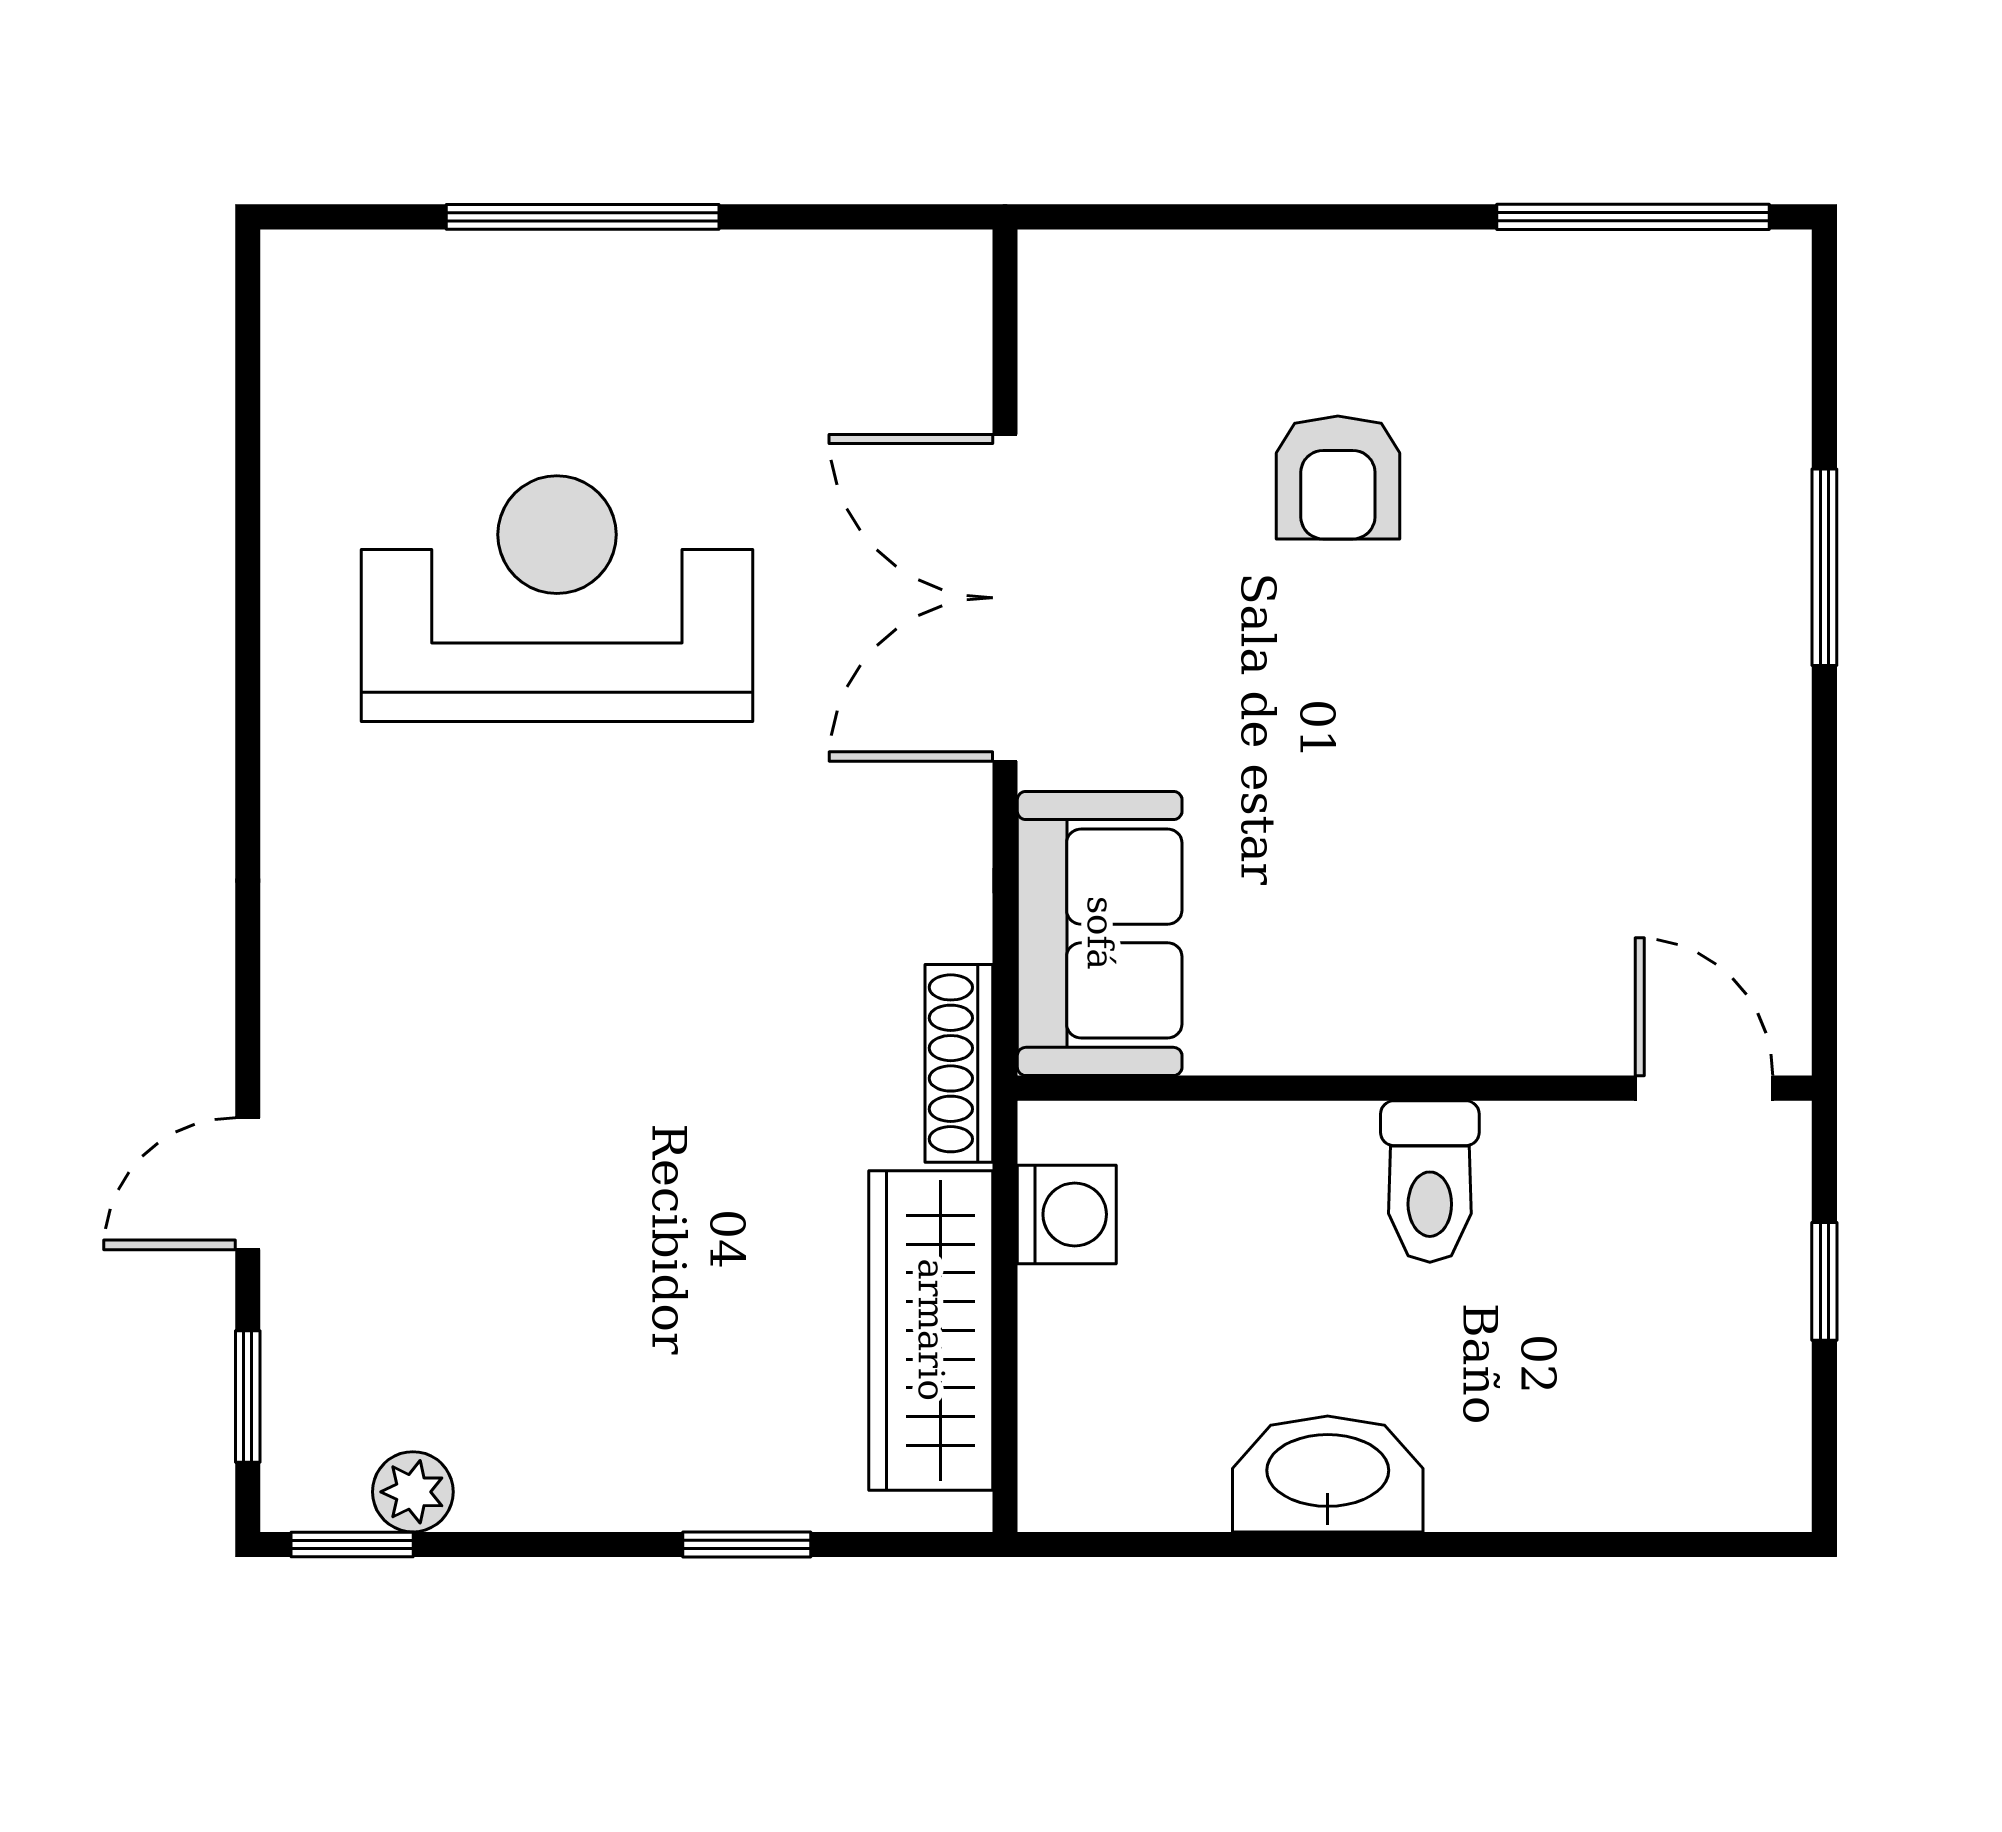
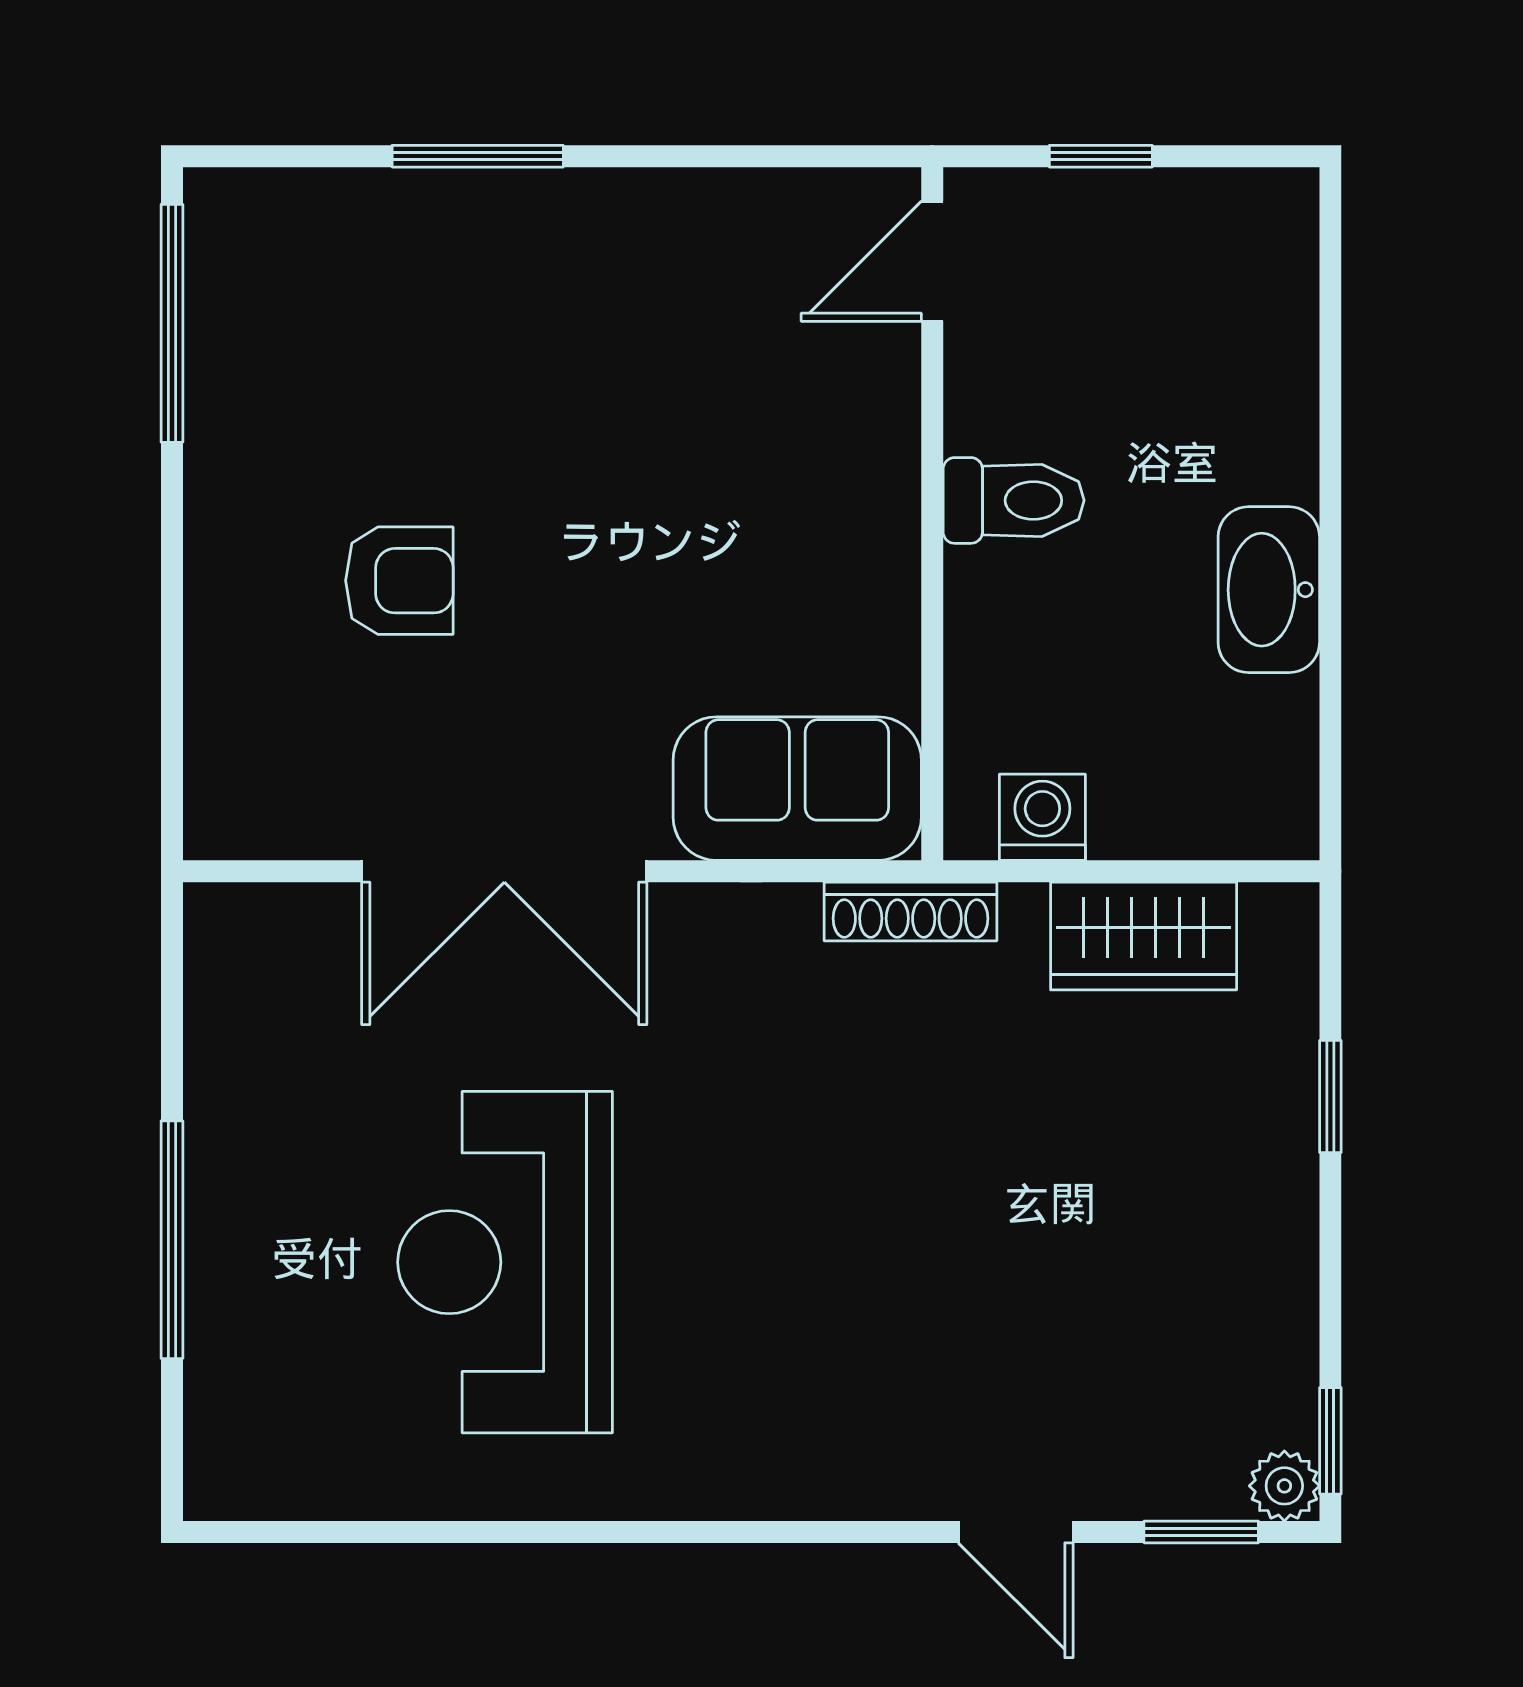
wardrobe: (931, 1330) -> (1144, 936), width x0.67
plant: (413, 1492) -> (1284, 1486), moved

